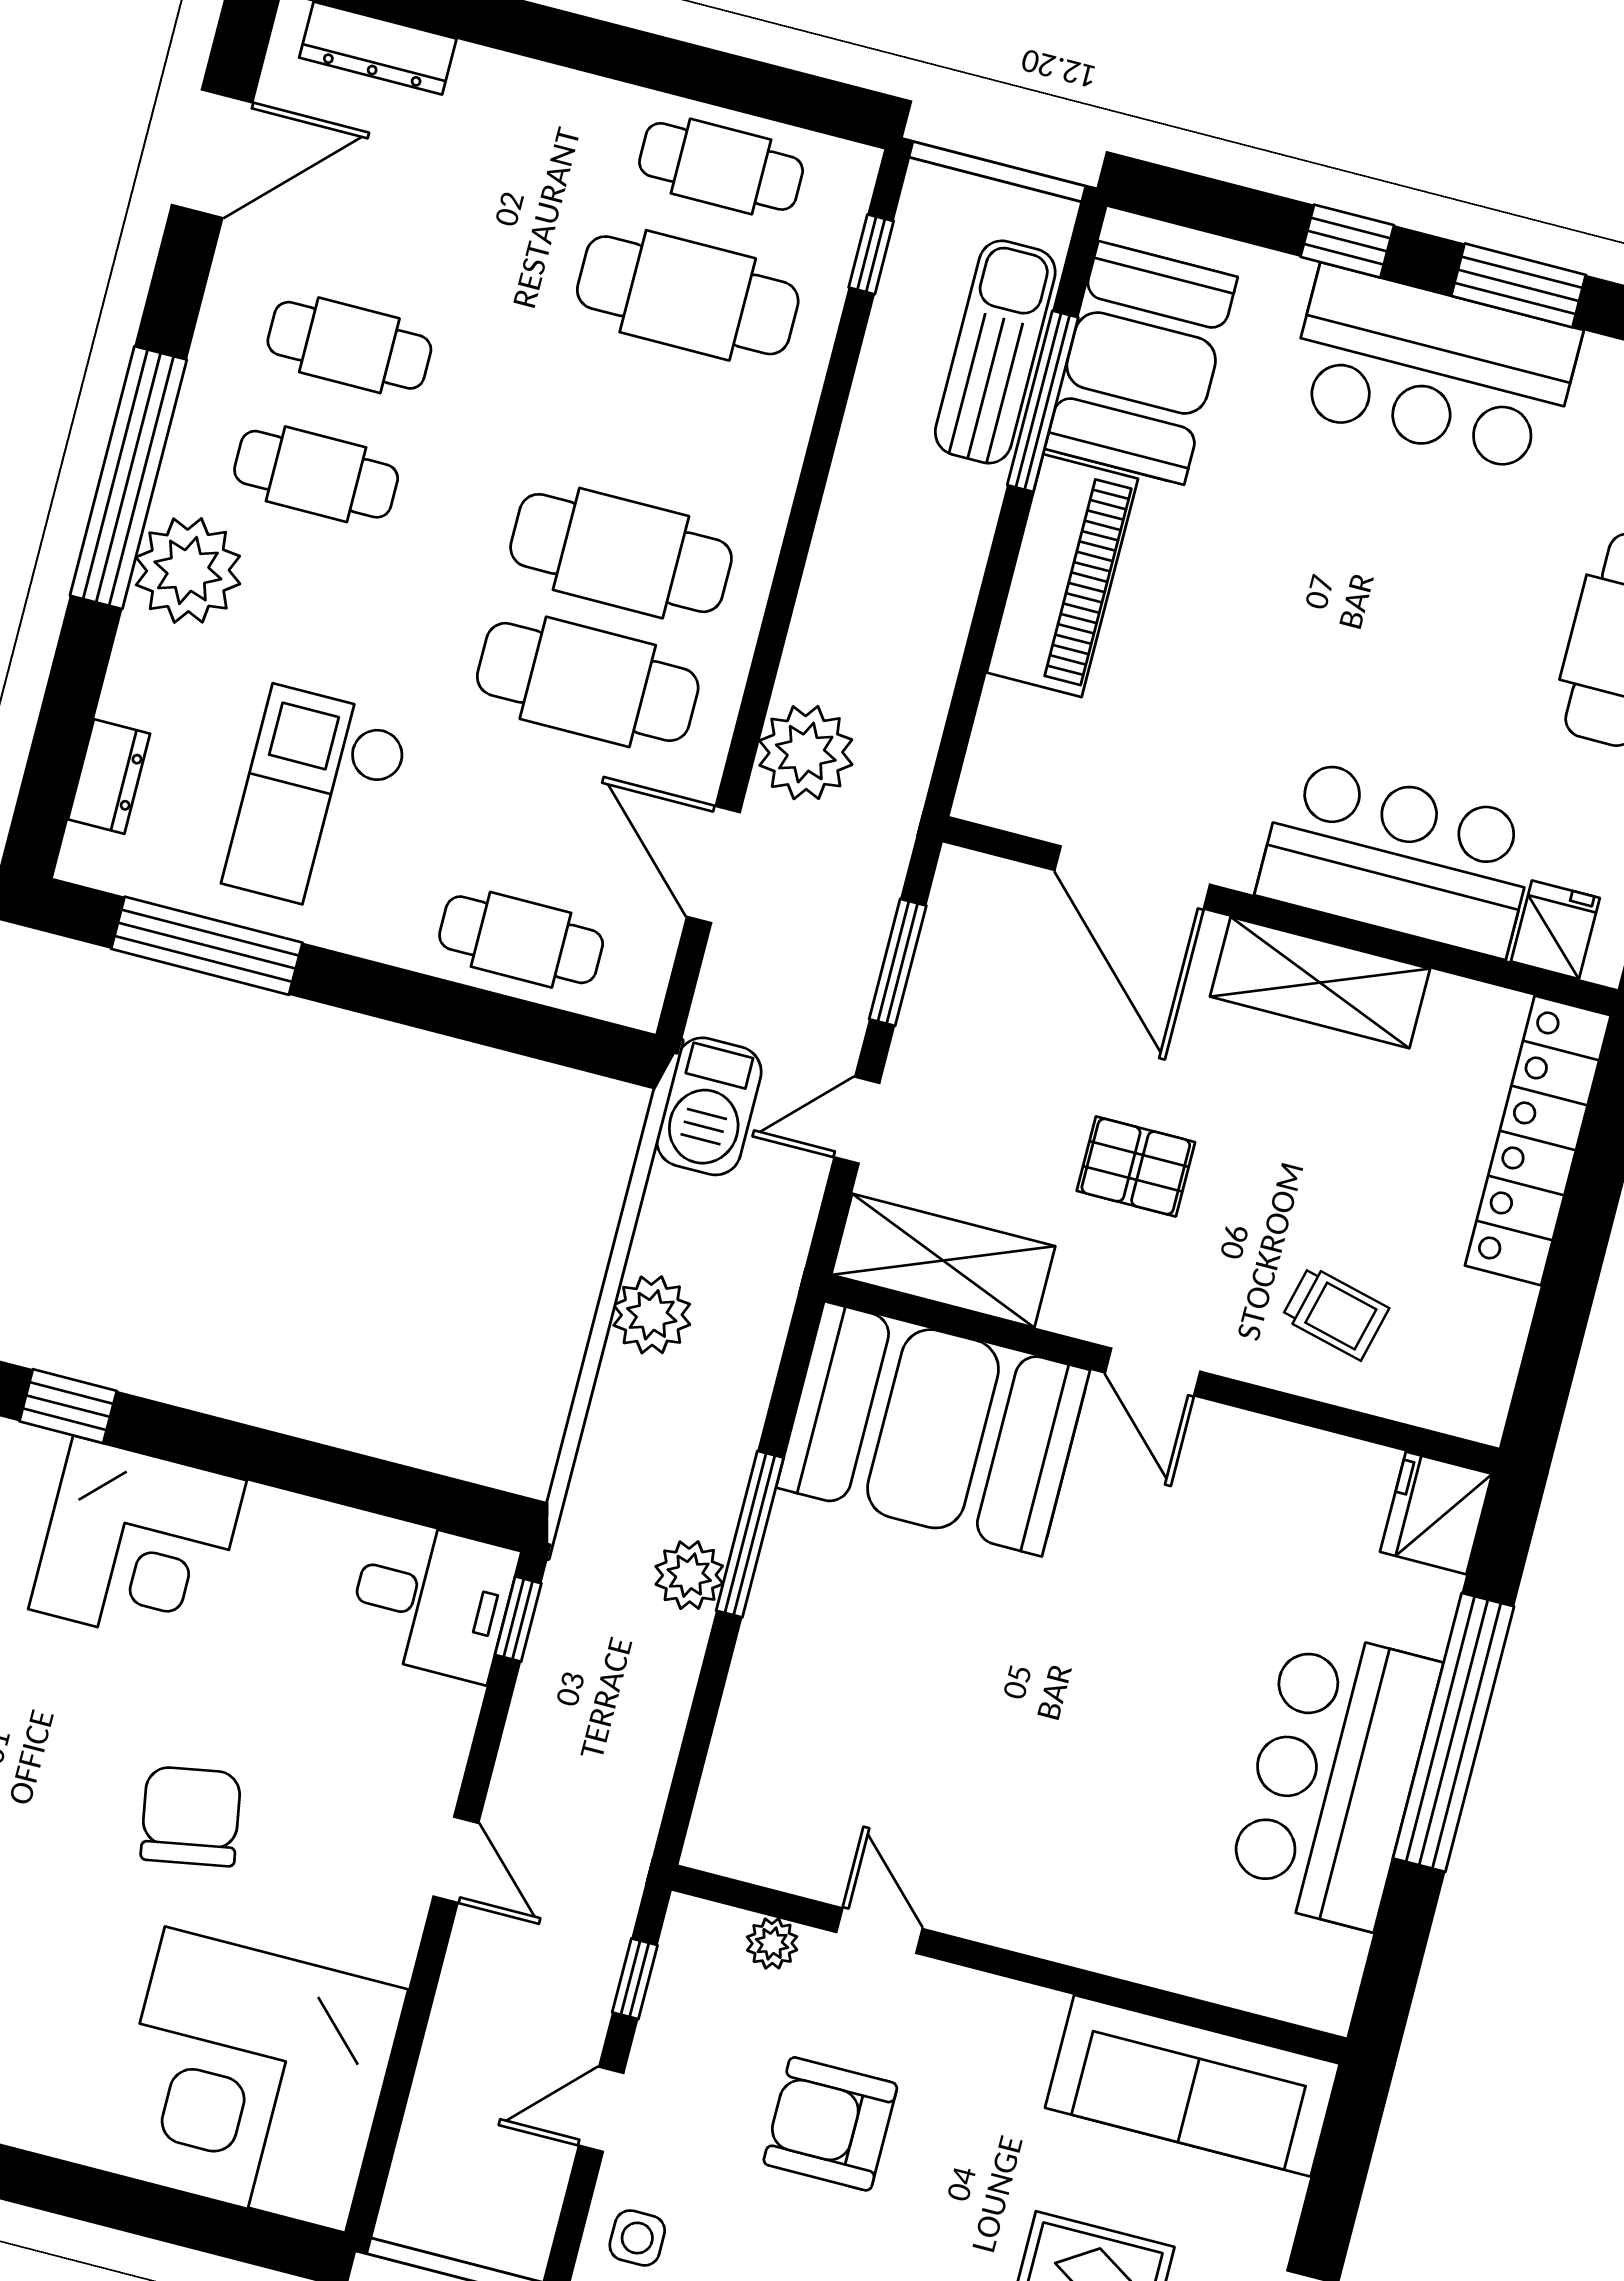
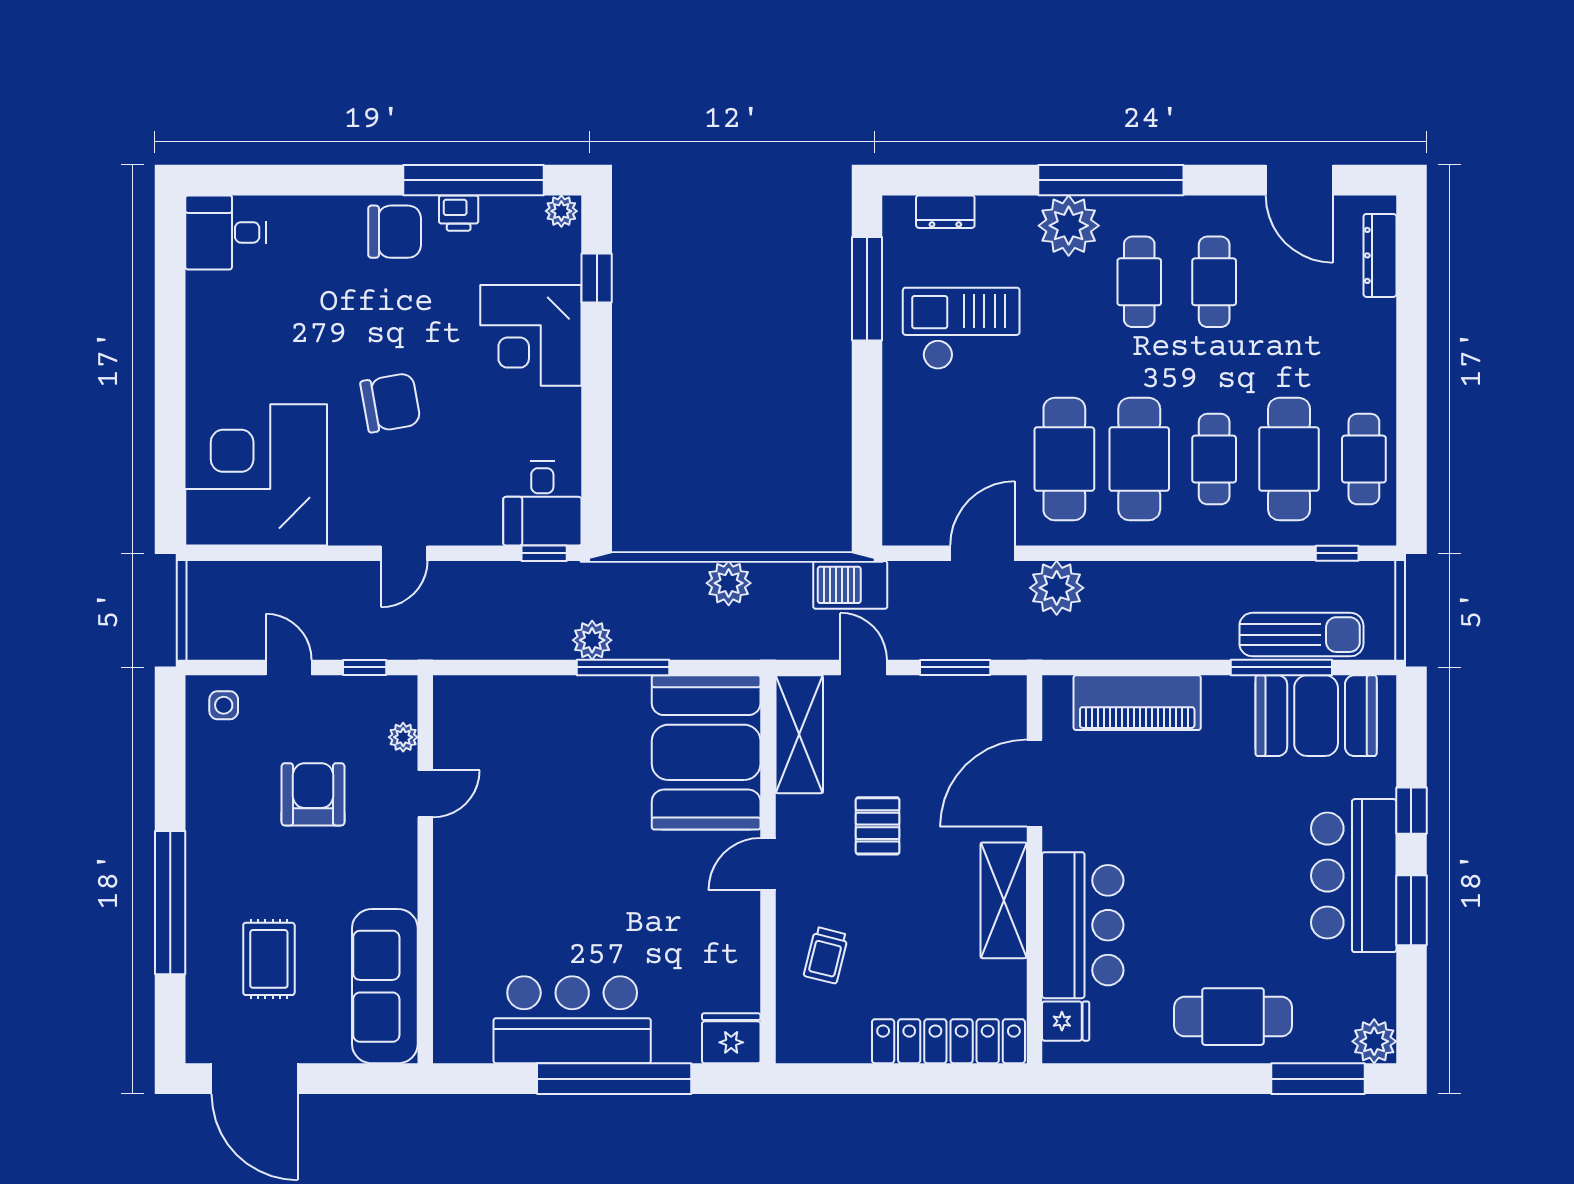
piano: (1062, 576) -> (1137, 703), moved
cafe table: (521, 940) -> (1214, 459), moved

